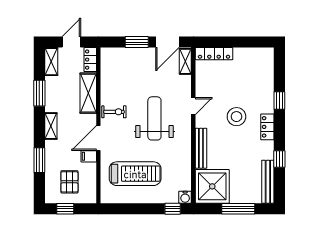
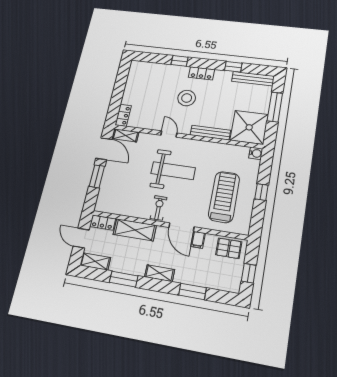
locker: (214, 54) -> (123, 115), width x0.66
weight bench: (154, 118) -> (173, 171), turned 180
pallet: (69, 182) -> (229, 248), moved
window: (173, 209) -> (261, 192), moved

